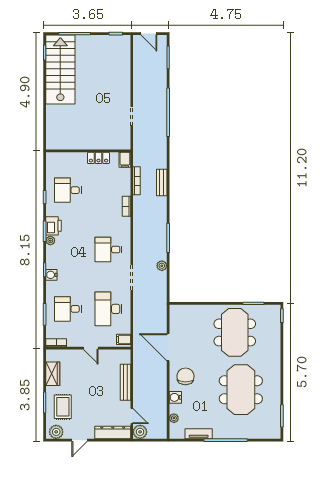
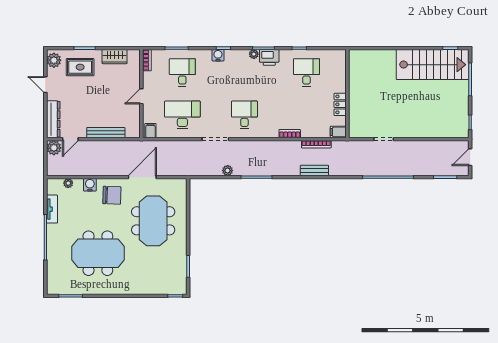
meeting table: (235, 332) -> (153, 221), moved, turned 90

